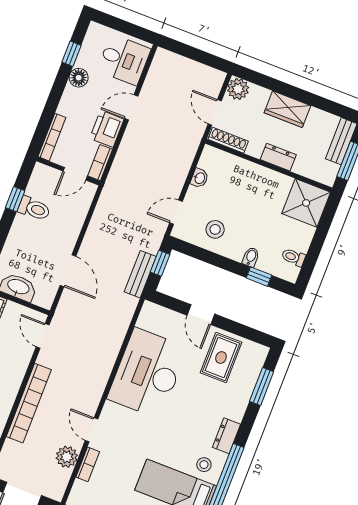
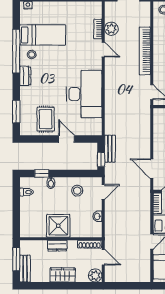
shower: (306, 203) -> (58, 226), moved
door: (68, 271) -> (152, 169), moved

